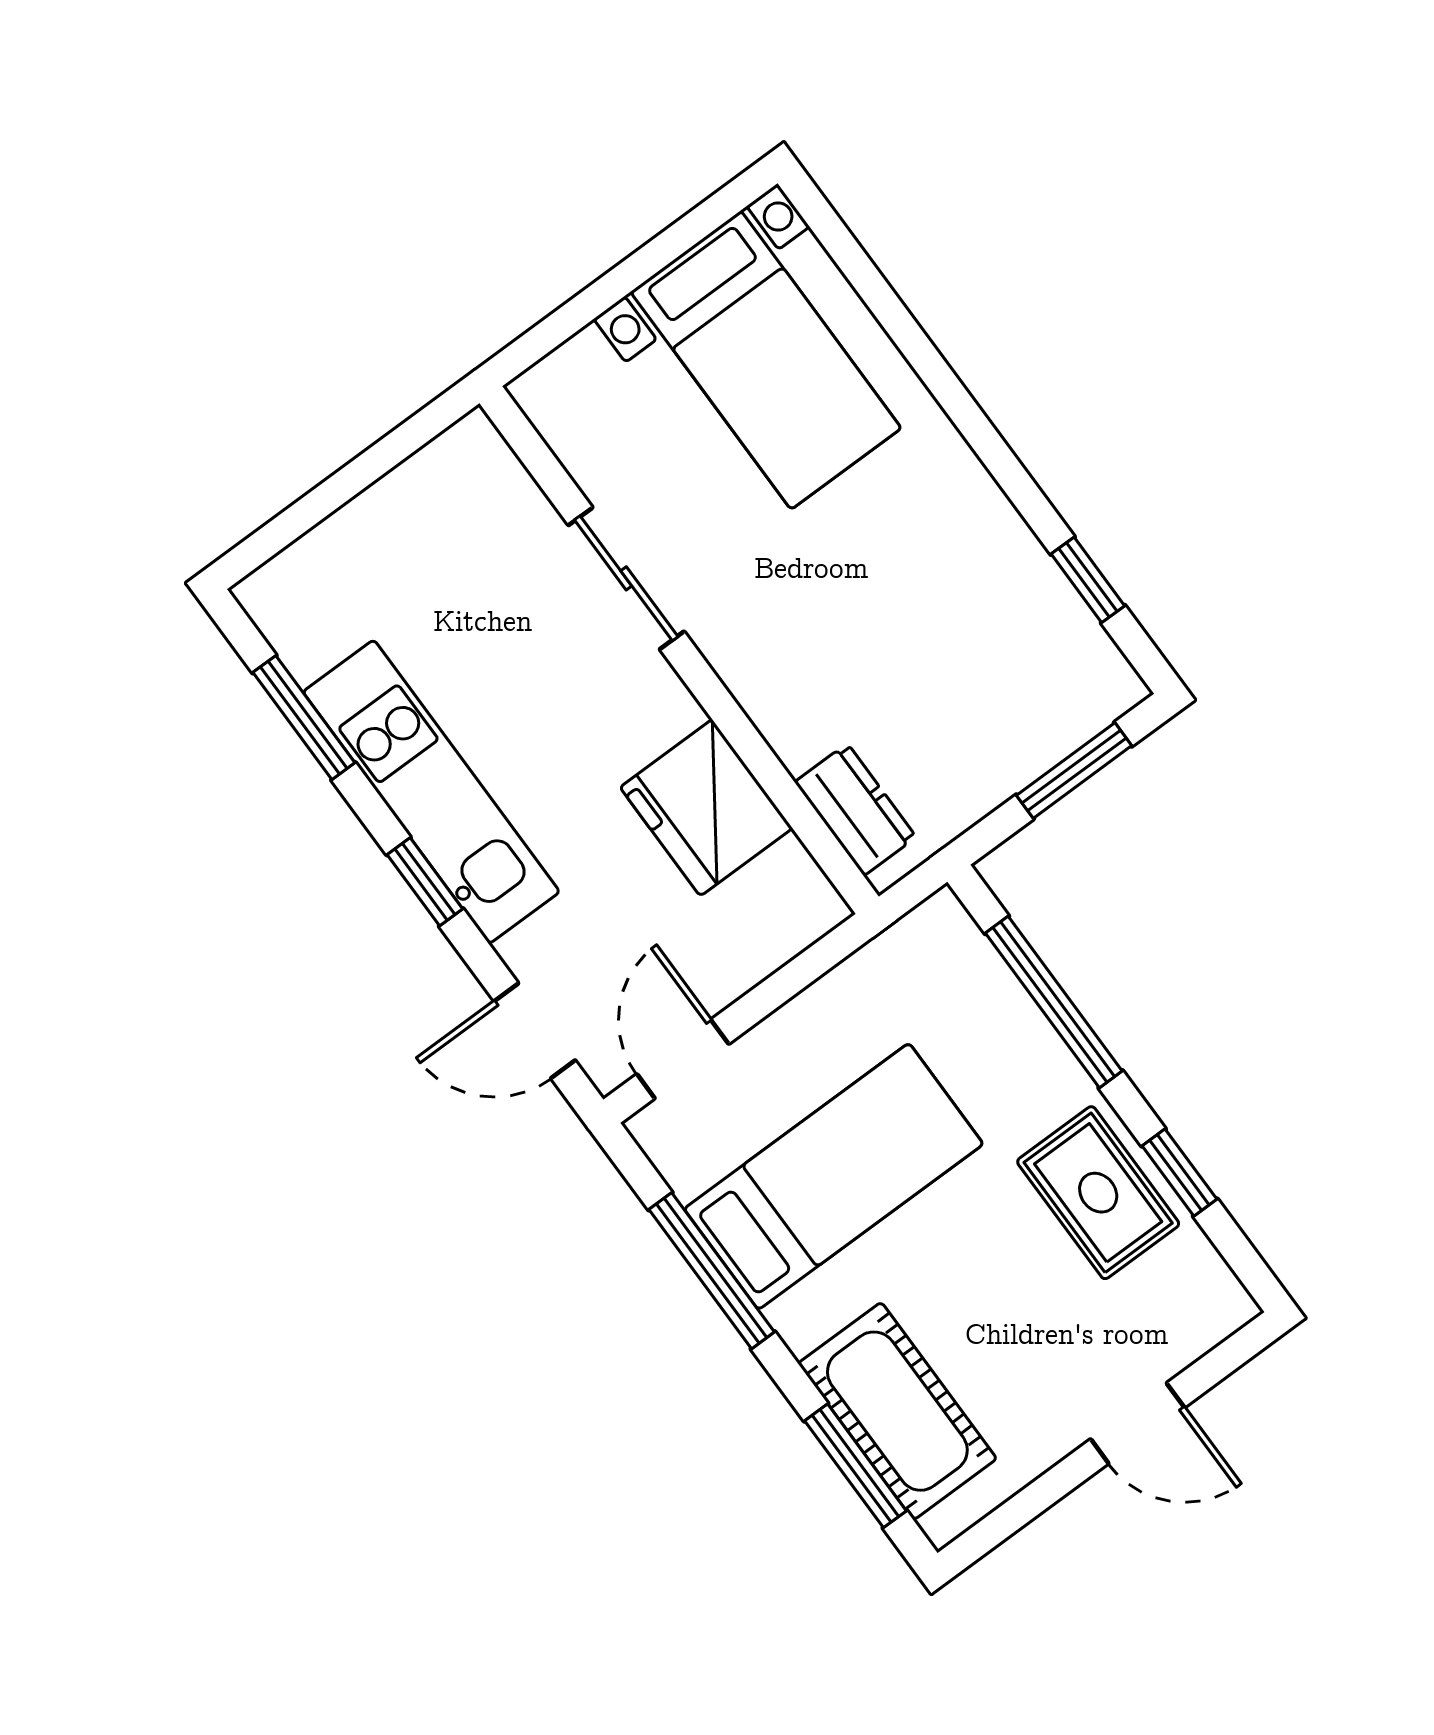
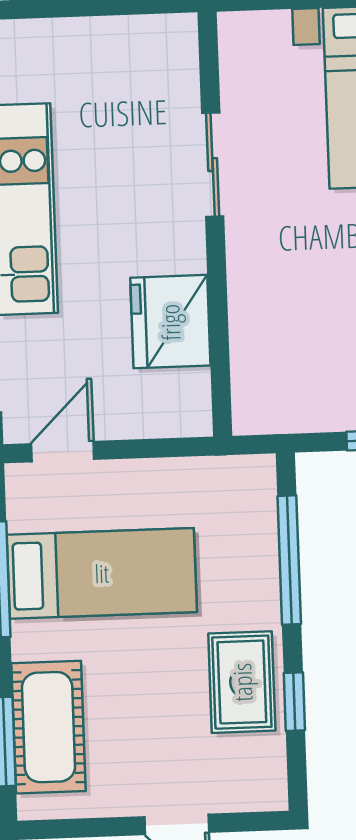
dresser: (855, 810) -> (252, 379), removed

